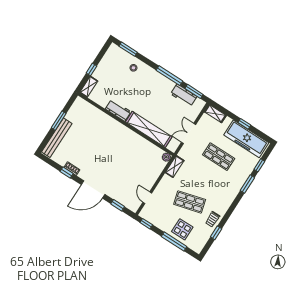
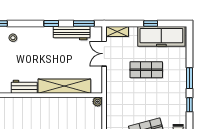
window: (169, 76) -> (51, 23), width x0.46
workbench: (184, 95) -> (72, 33), width x1.38
double door: (189, 133) -> (104, 54), moved
window: (259, 165) -> (190, 105), moved
shelving: (175, 167) -> (111, 105), removed

